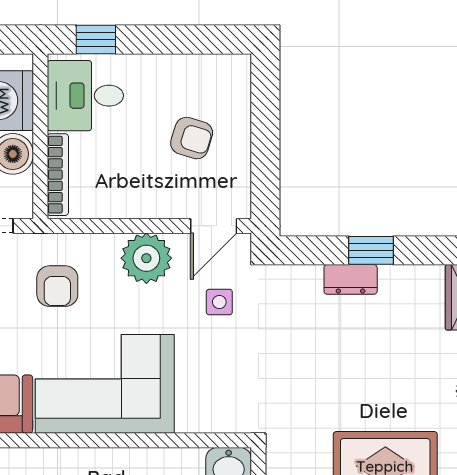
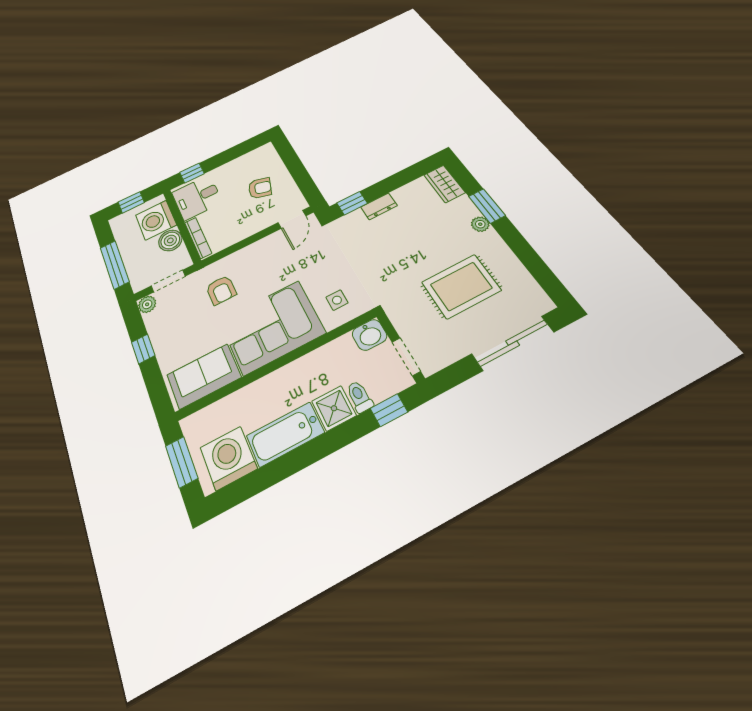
window: (371, 250) -> (352, 203), moved
plant: (146, 258) -> (264, 252), removed
side table: (219, 302) -> (337, 300), moved

